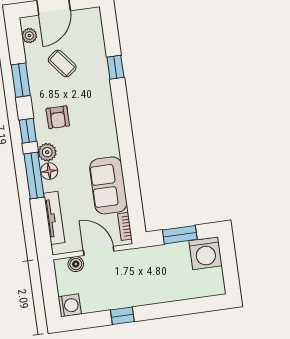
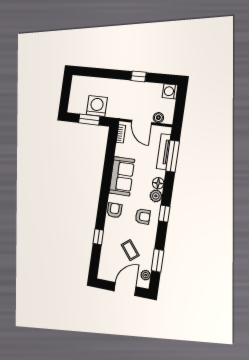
window: (21, 80) -> (158, 260), moved
armchair: (102, 113) -> (114, 210), added
armchair: (58, 117) -> (143, 217), turned 90
window: (34, 175) -> (173, 156), moved
sofa: (108, 185) -> (122, 176), moved
washing machine: (206, 253) -> (97, 106), moved

